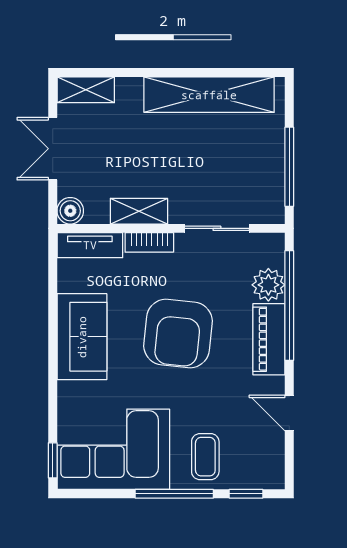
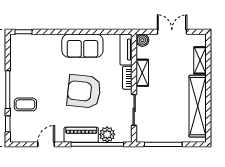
shelving: (86, 90) -> (200, 60), moved
corner sofa: (113, 449) -> (29, 61), removed

